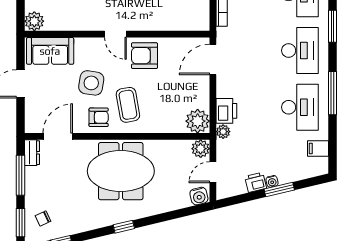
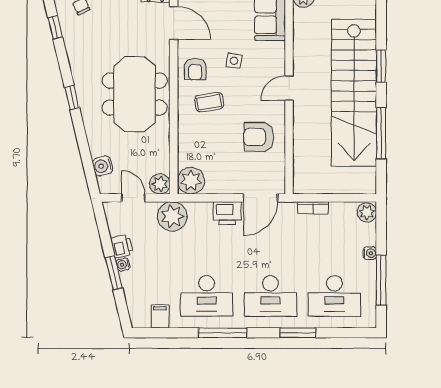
armchair: (144, 56) -> (259, 137), moved, turned -90
door: (213, 59) -> (260, 198), swing flipped
side table: (91, 83) -> (234, 61), width x0.54, depth x0.54
coffee table: (128, 105) -> (209, 102), width x0.73, depth x0.77
printer: (226, 111) -> (227, 213), moved
plant: (223, 132) -> (172, 216), width x1.87, depth x1.87
water cooler: (199, 196) -> (103, 166), moved

